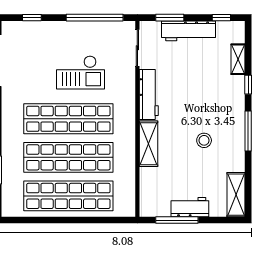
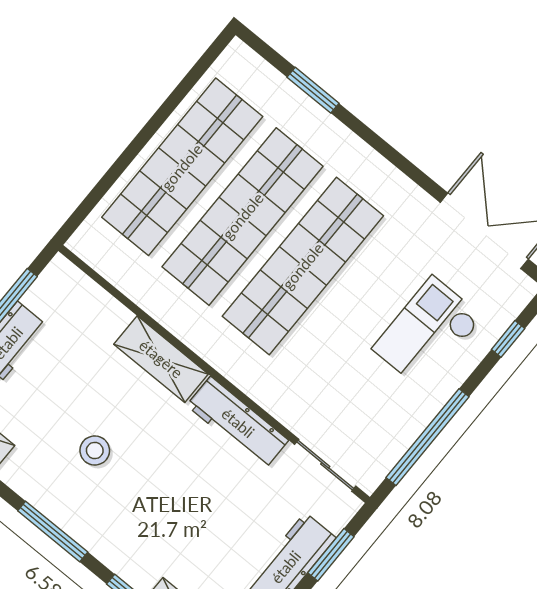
checkout: (80, 72) -> (428, 333), moved

